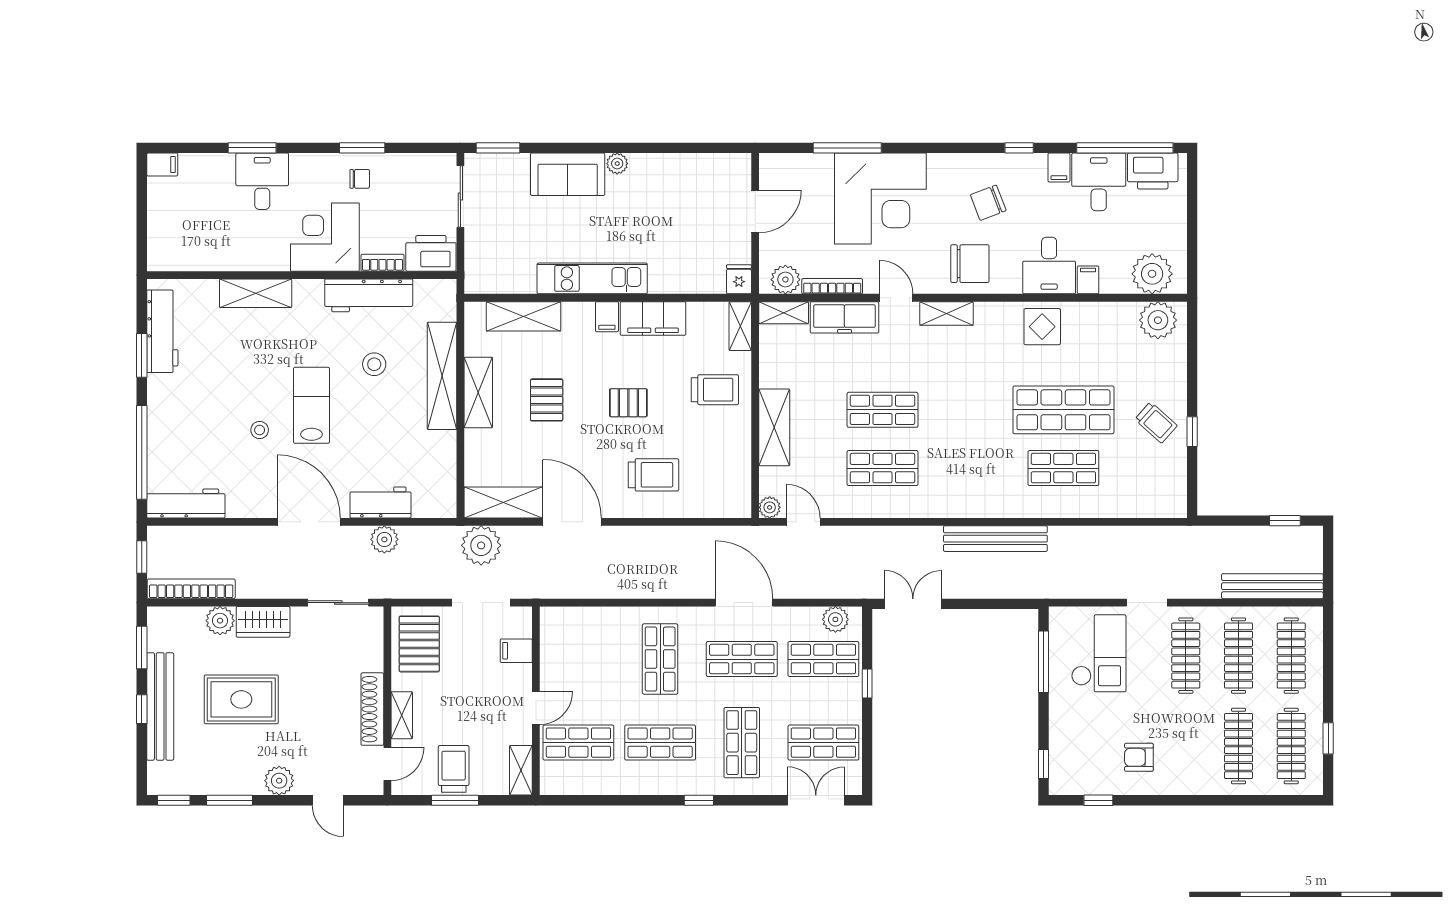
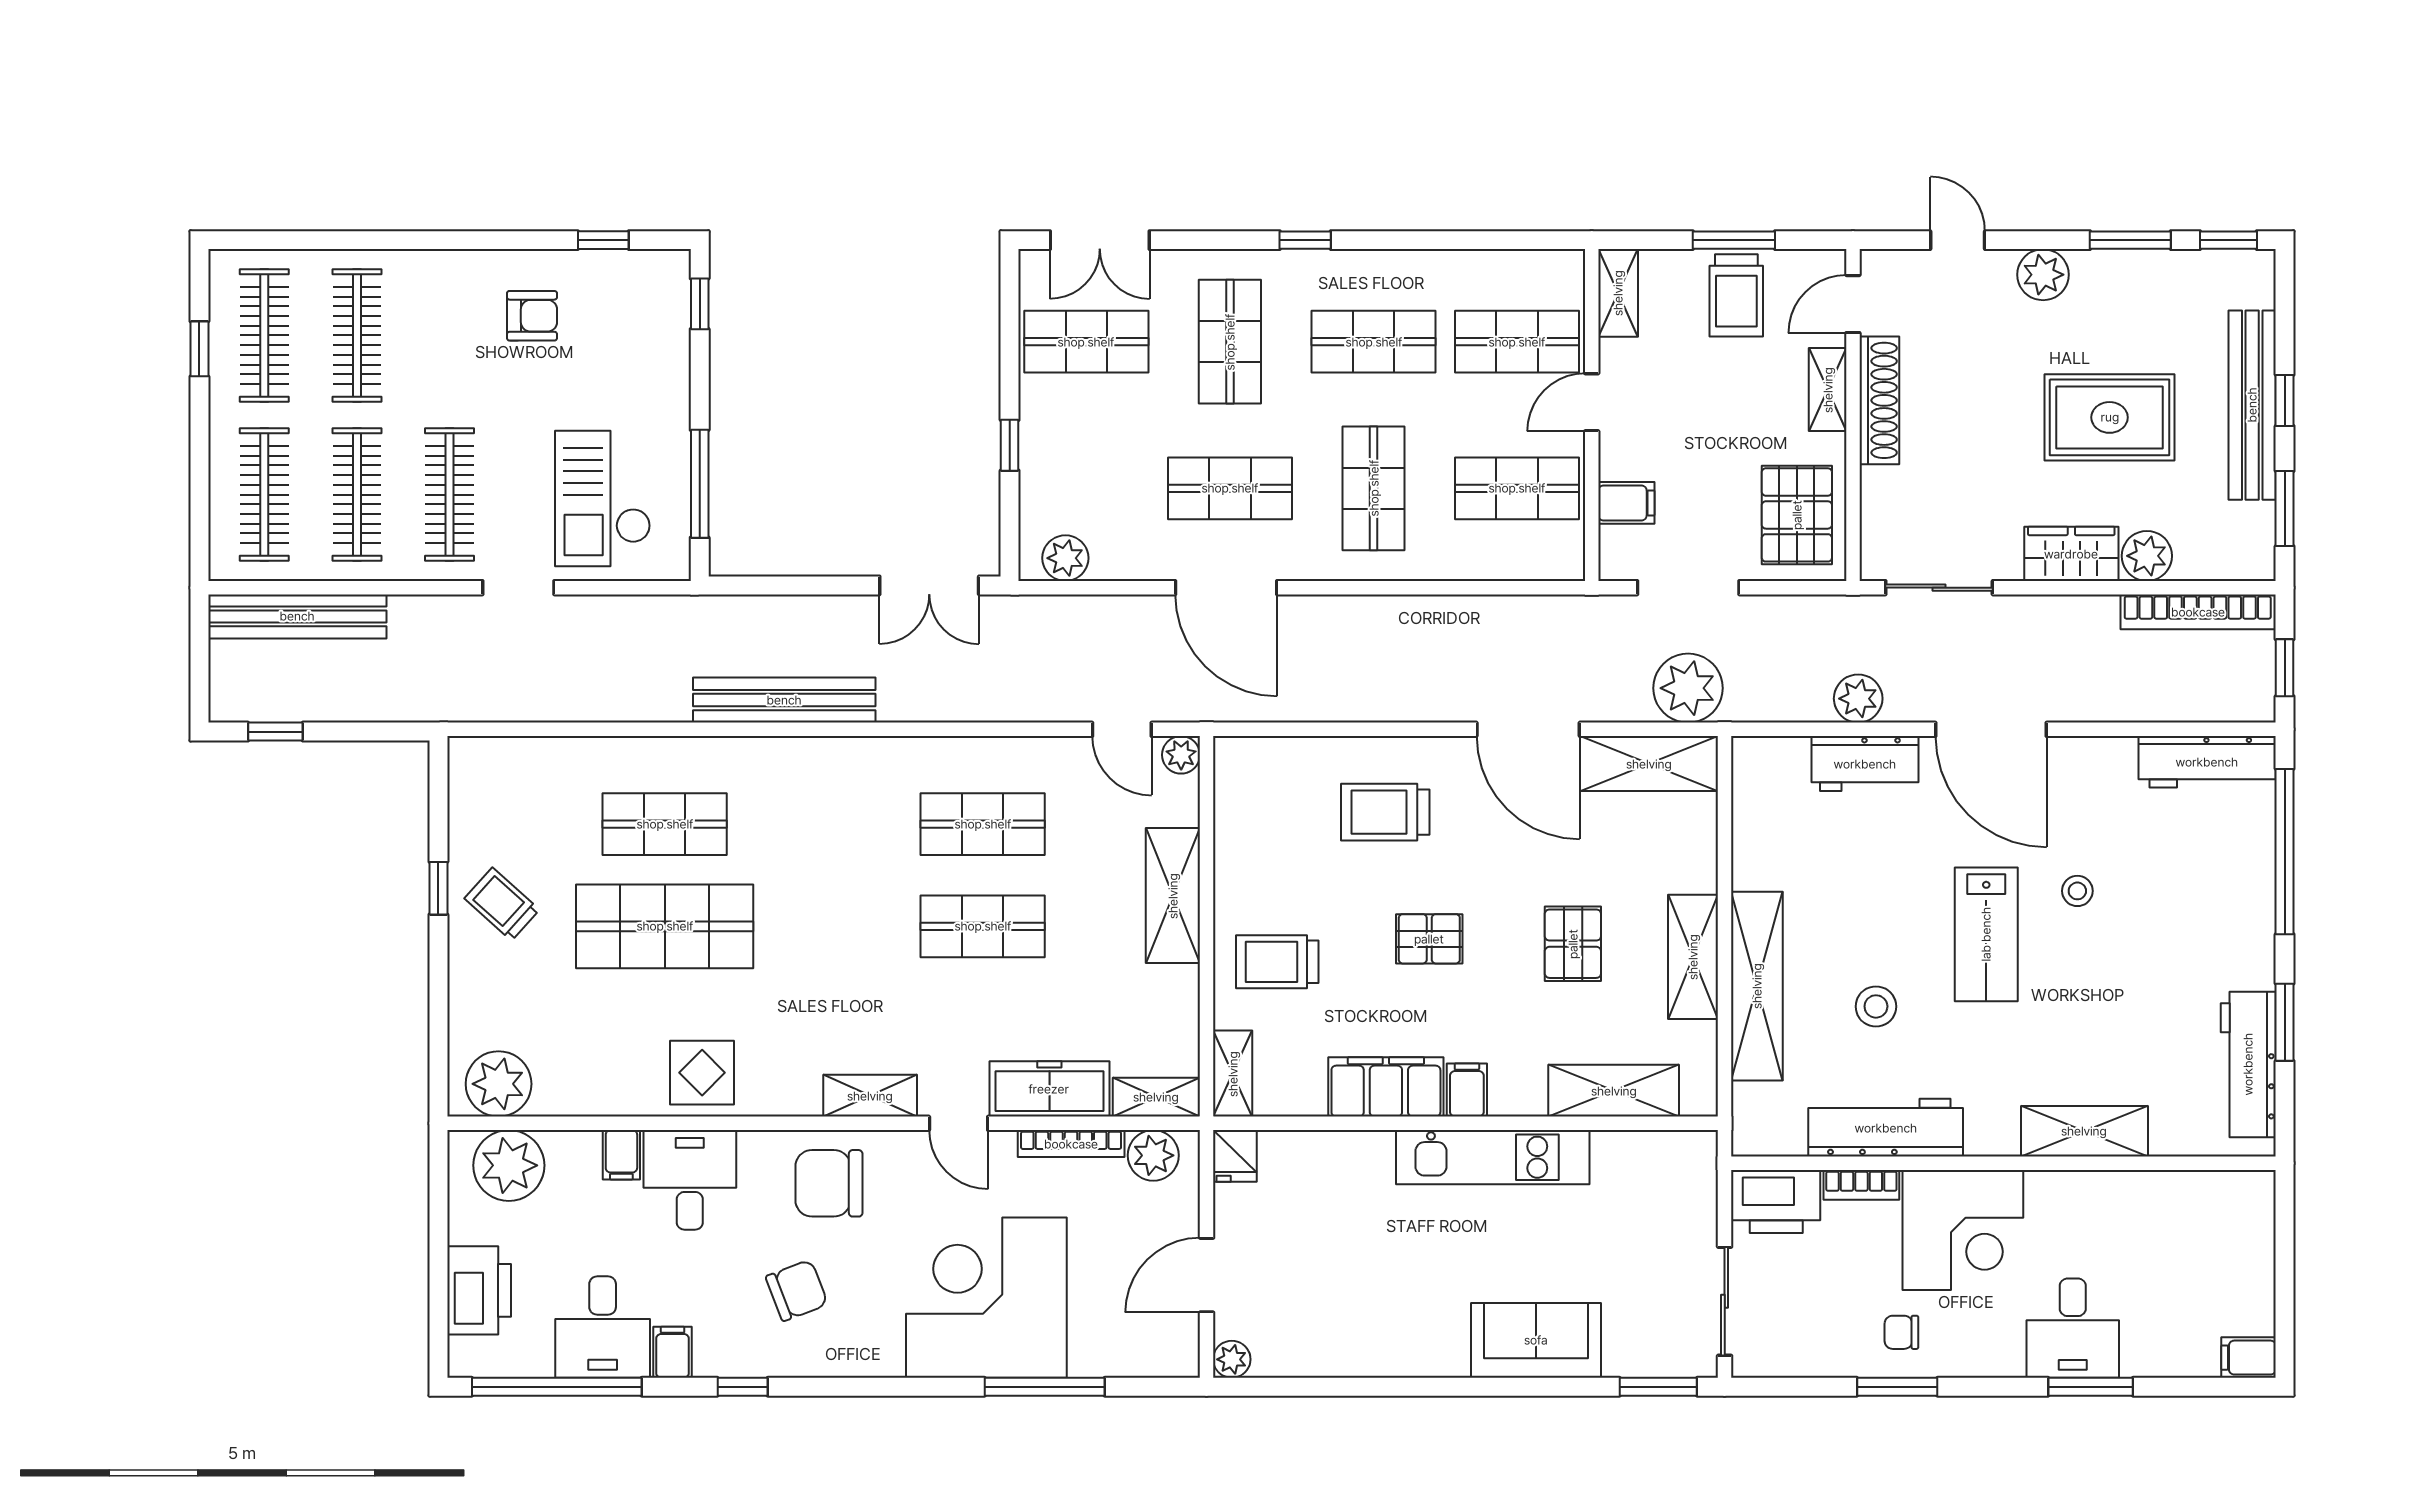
plant: (617, 164) -> (1232, 1359), moved
printer: (1153, 171) -> (479, 1290), moved, turned 90
shop shelf: (823, 659) -> (1517, 488), moved

